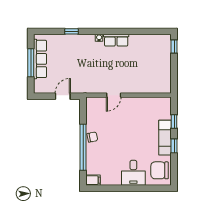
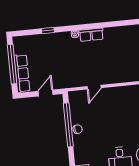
row of seats: (40, 59) -> (22, 73), moved
window: (31, 63) -> (12, 64), width x1.46
window: (83, 147) -> (68, 125), moved

